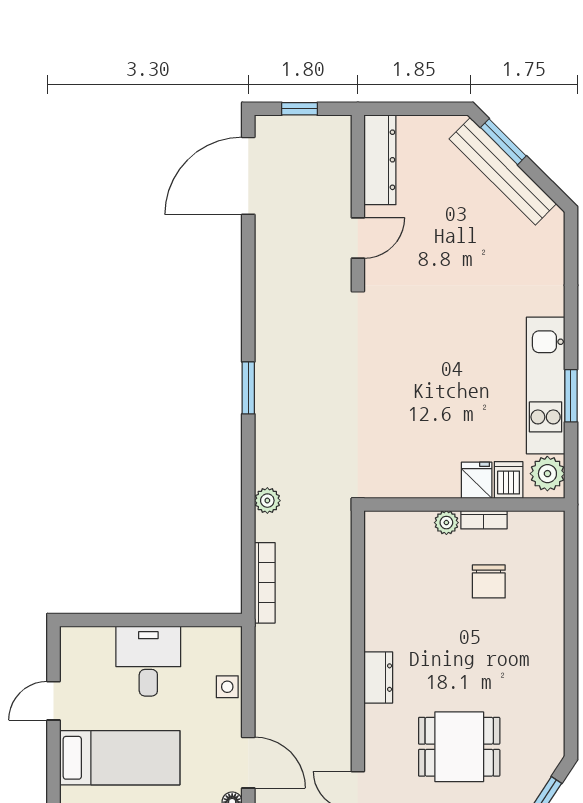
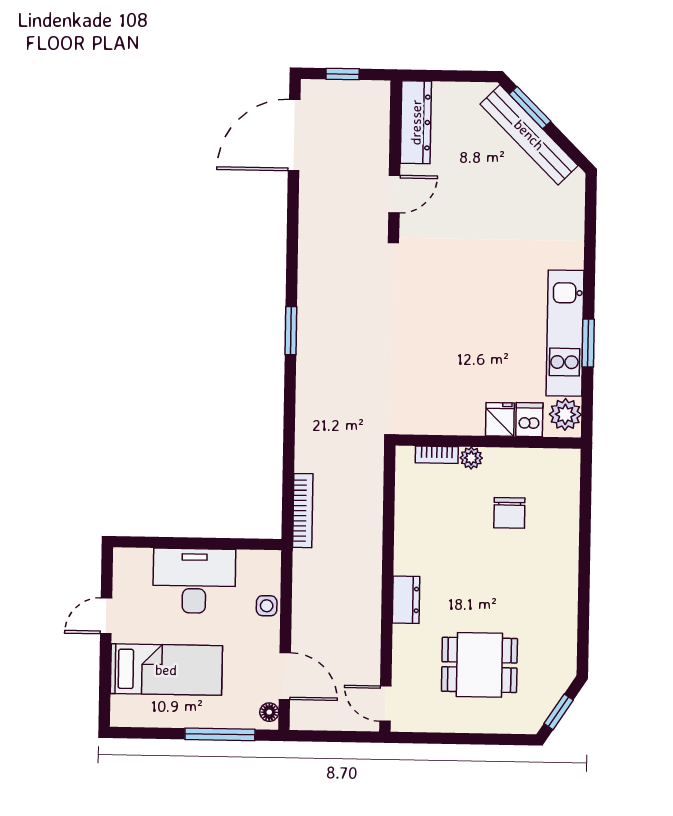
plant: (267, 501) -> (307, 435), removed
bookcase: (484, 520) -> (437, 455), moved
desk: (148, 661) -> (194, 581), width x1.37

